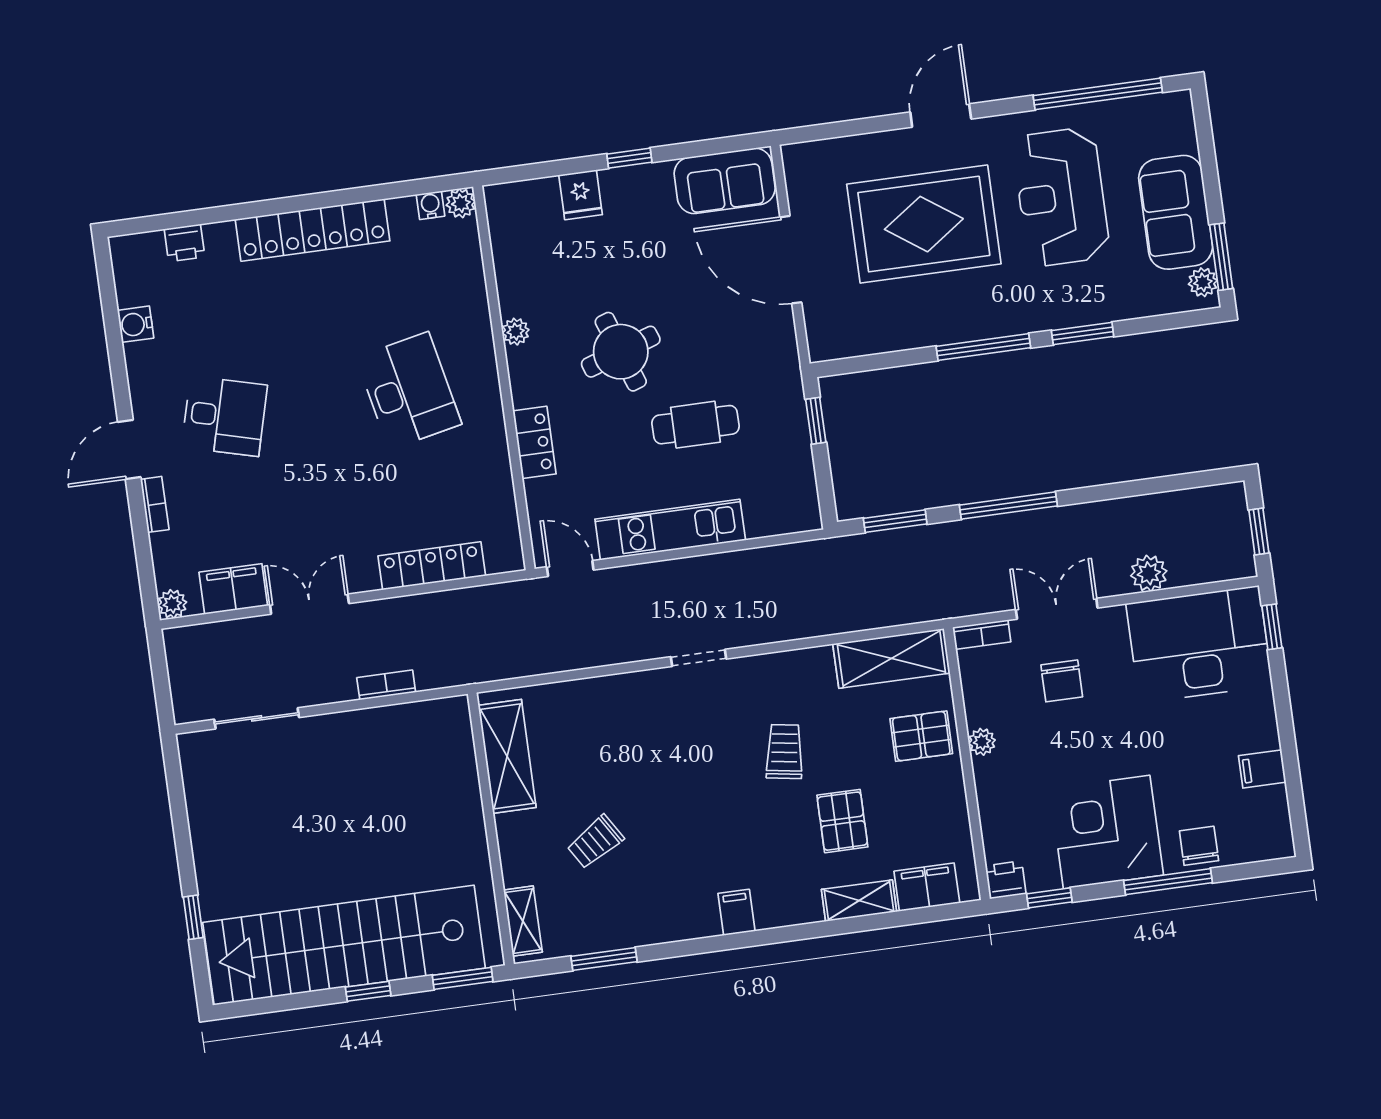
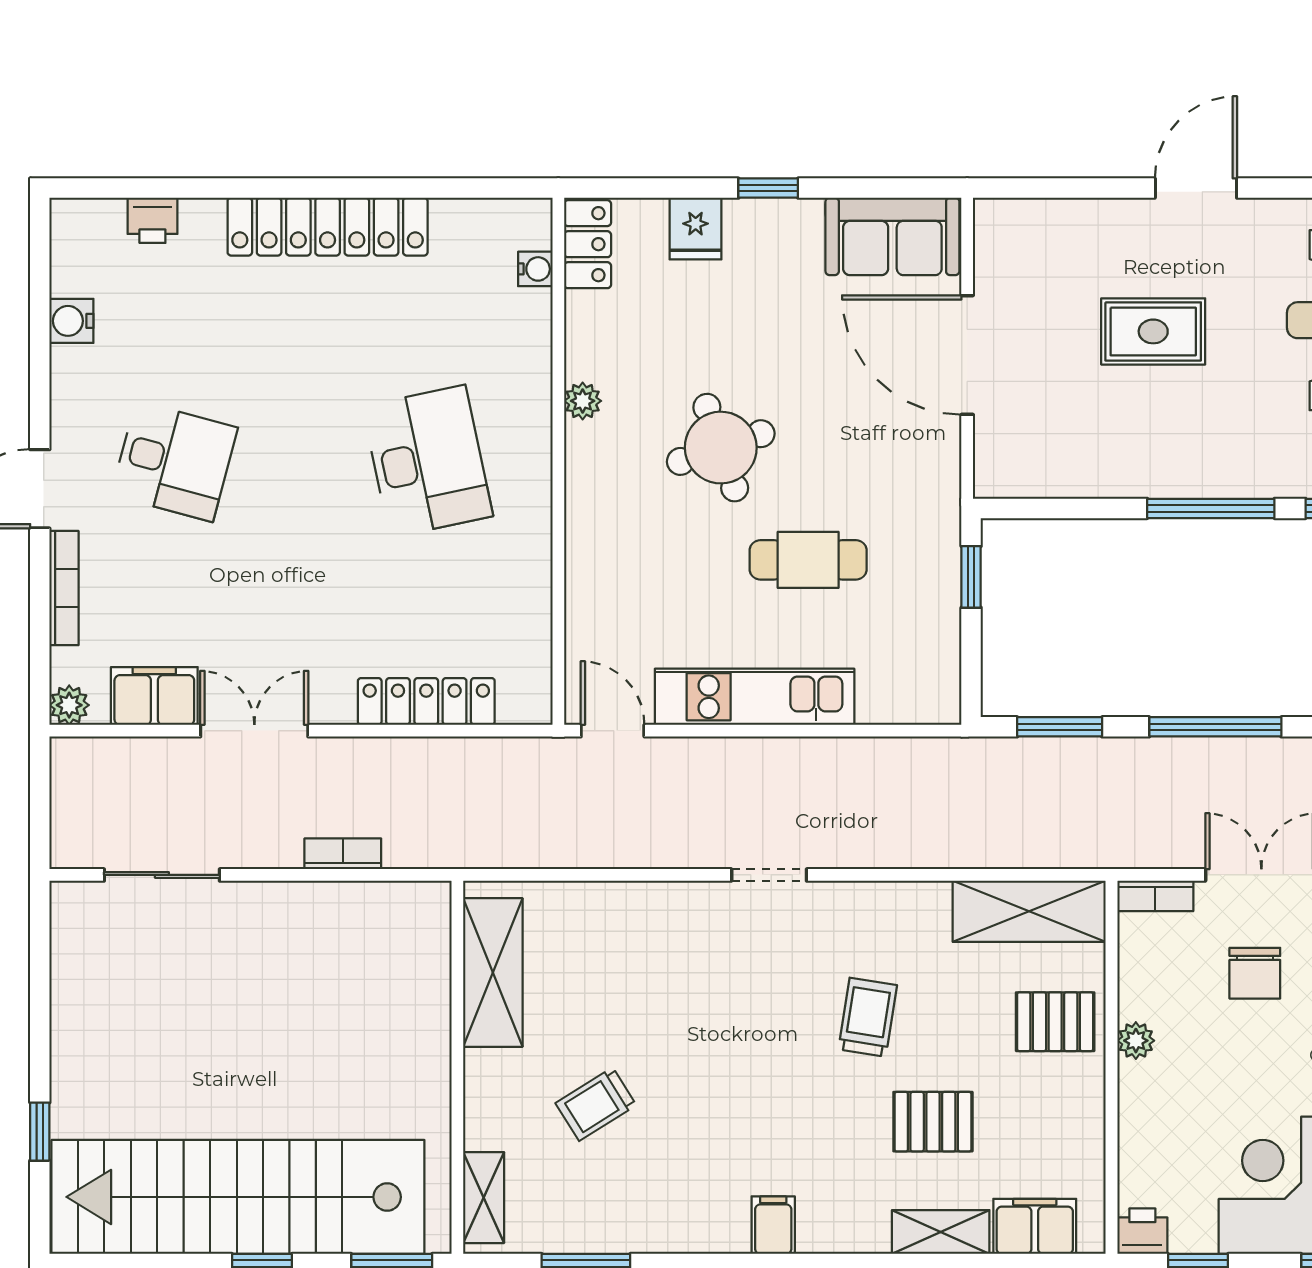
plant: (461, 203) -> (532, 218), removed
water cooler: (430, 205) -> (535, 269), moved, turned 90
rug: (924, 224) -> (1153, 331), width x0.54, depth x0.49
locker: (534, 442) -> (588, 244), moved
bookcase: (155, 504) -> (64, 588), width x1.56
pallet: (842, 821) -> (933, 1122), turned 90

